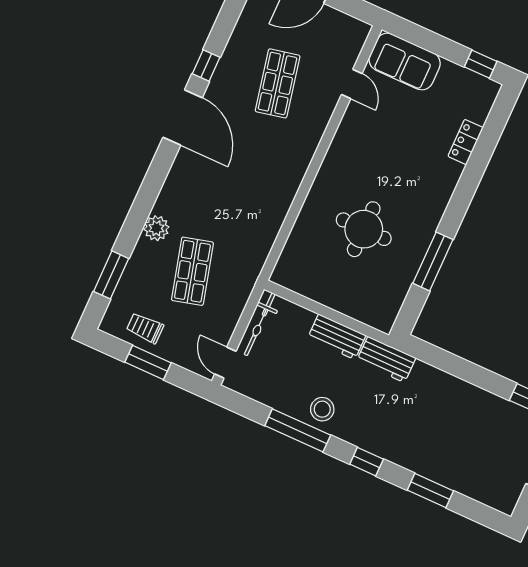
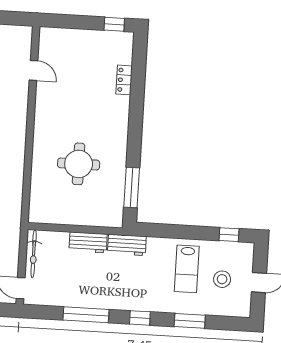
sofa: (405, 61) -> (63, 42), removed
window: (433, 261) -> (132, 188), moved
stool: (322, 409) -> (222, 279), moved
lab bench: (453, 421) -> (187, 269), added

